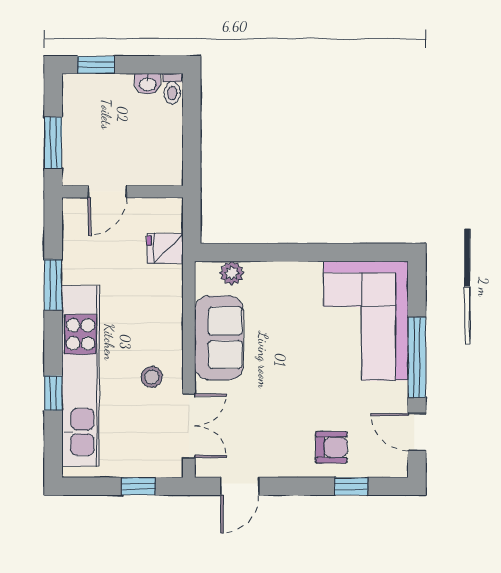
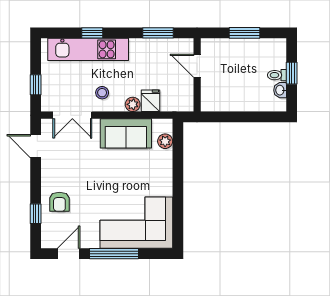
window: (96, 65) -> (292, 73), moved
toilet: (172, 89) -> (277, 75), moved
door: (107, 192) -> (197, 66), moved
wall: (122, 192) -> (197, 75), moved
fridge: (165, 249) -> (151, 101), moved
plant: (171, 327) -> (133, 104), added
kitchen unit: (80, 376) -> (88, 49), width x0.73

